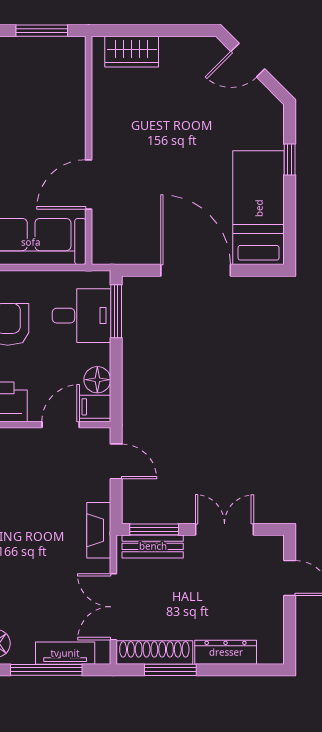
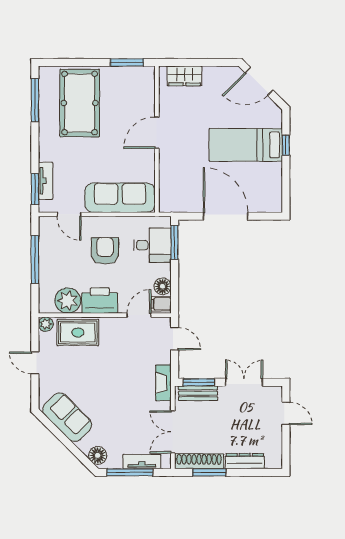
door: (248, 60) -> (259, 81), width x1.38
door: (89, 184) -> (157, 133), moved
bed: (259, 208) -> (246, 145), moved, turned -90

